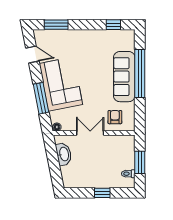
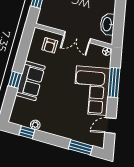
plant: (107, 34) -> (35, 125), added
door: (32, 55) -> (110, 126), hinge flipped
window: (140, 73) -> (15, 80), width x0.32
sofa: (124, 77) -> (30, 81), width x0.73

